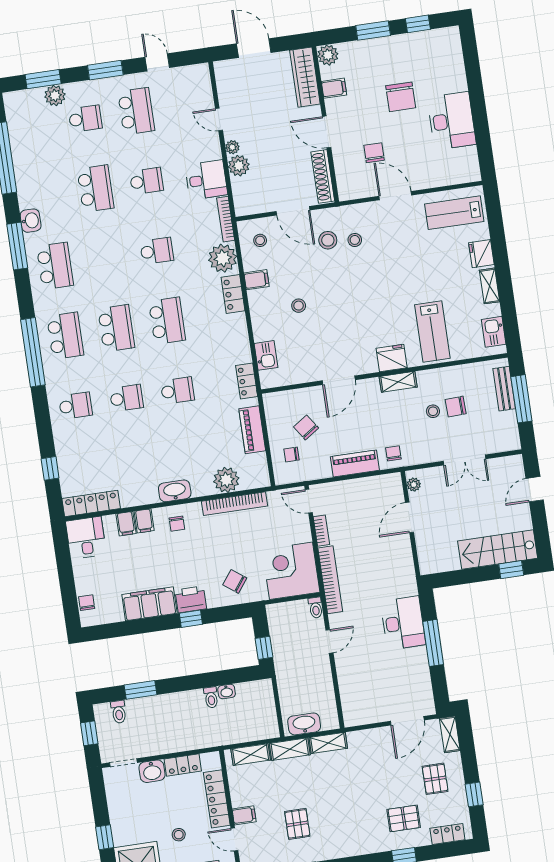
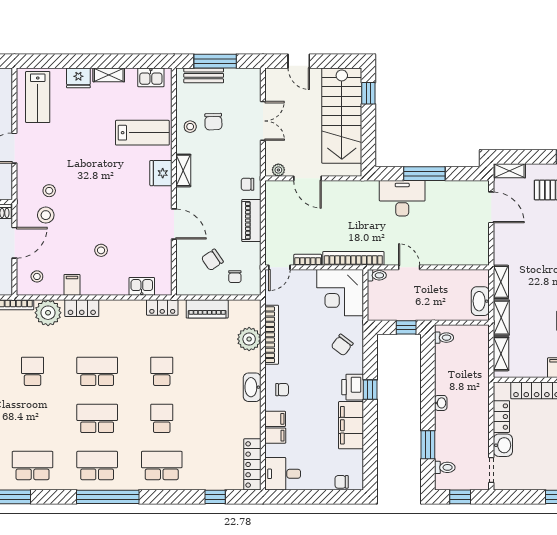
school desk: (76, 406) -> (162, 466), width x1.85
stool: (433, 411) -> (190, 127), moved
stairs: (498, 550) -> (342, 116), width x1.36, depth x1.51
washbasin: (227, 692) -> (441, 403), moved
toilet: (211, 697) -> (444, 338), moved

